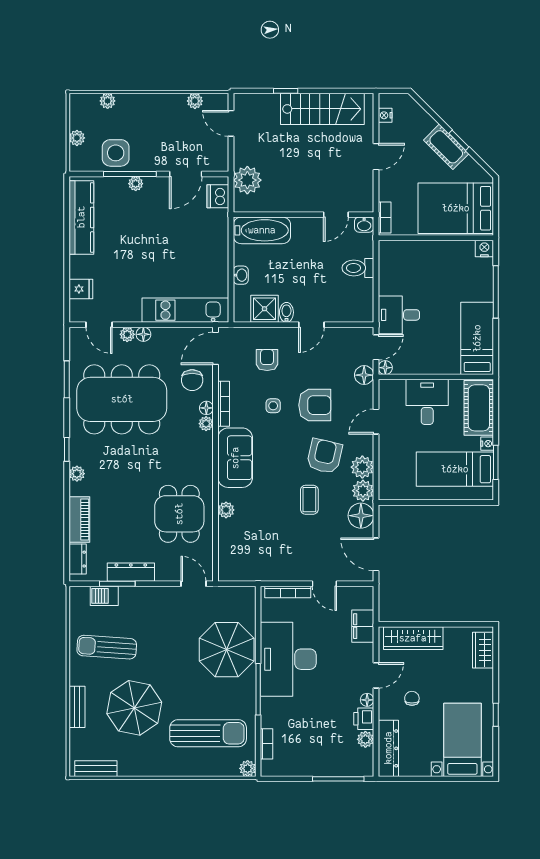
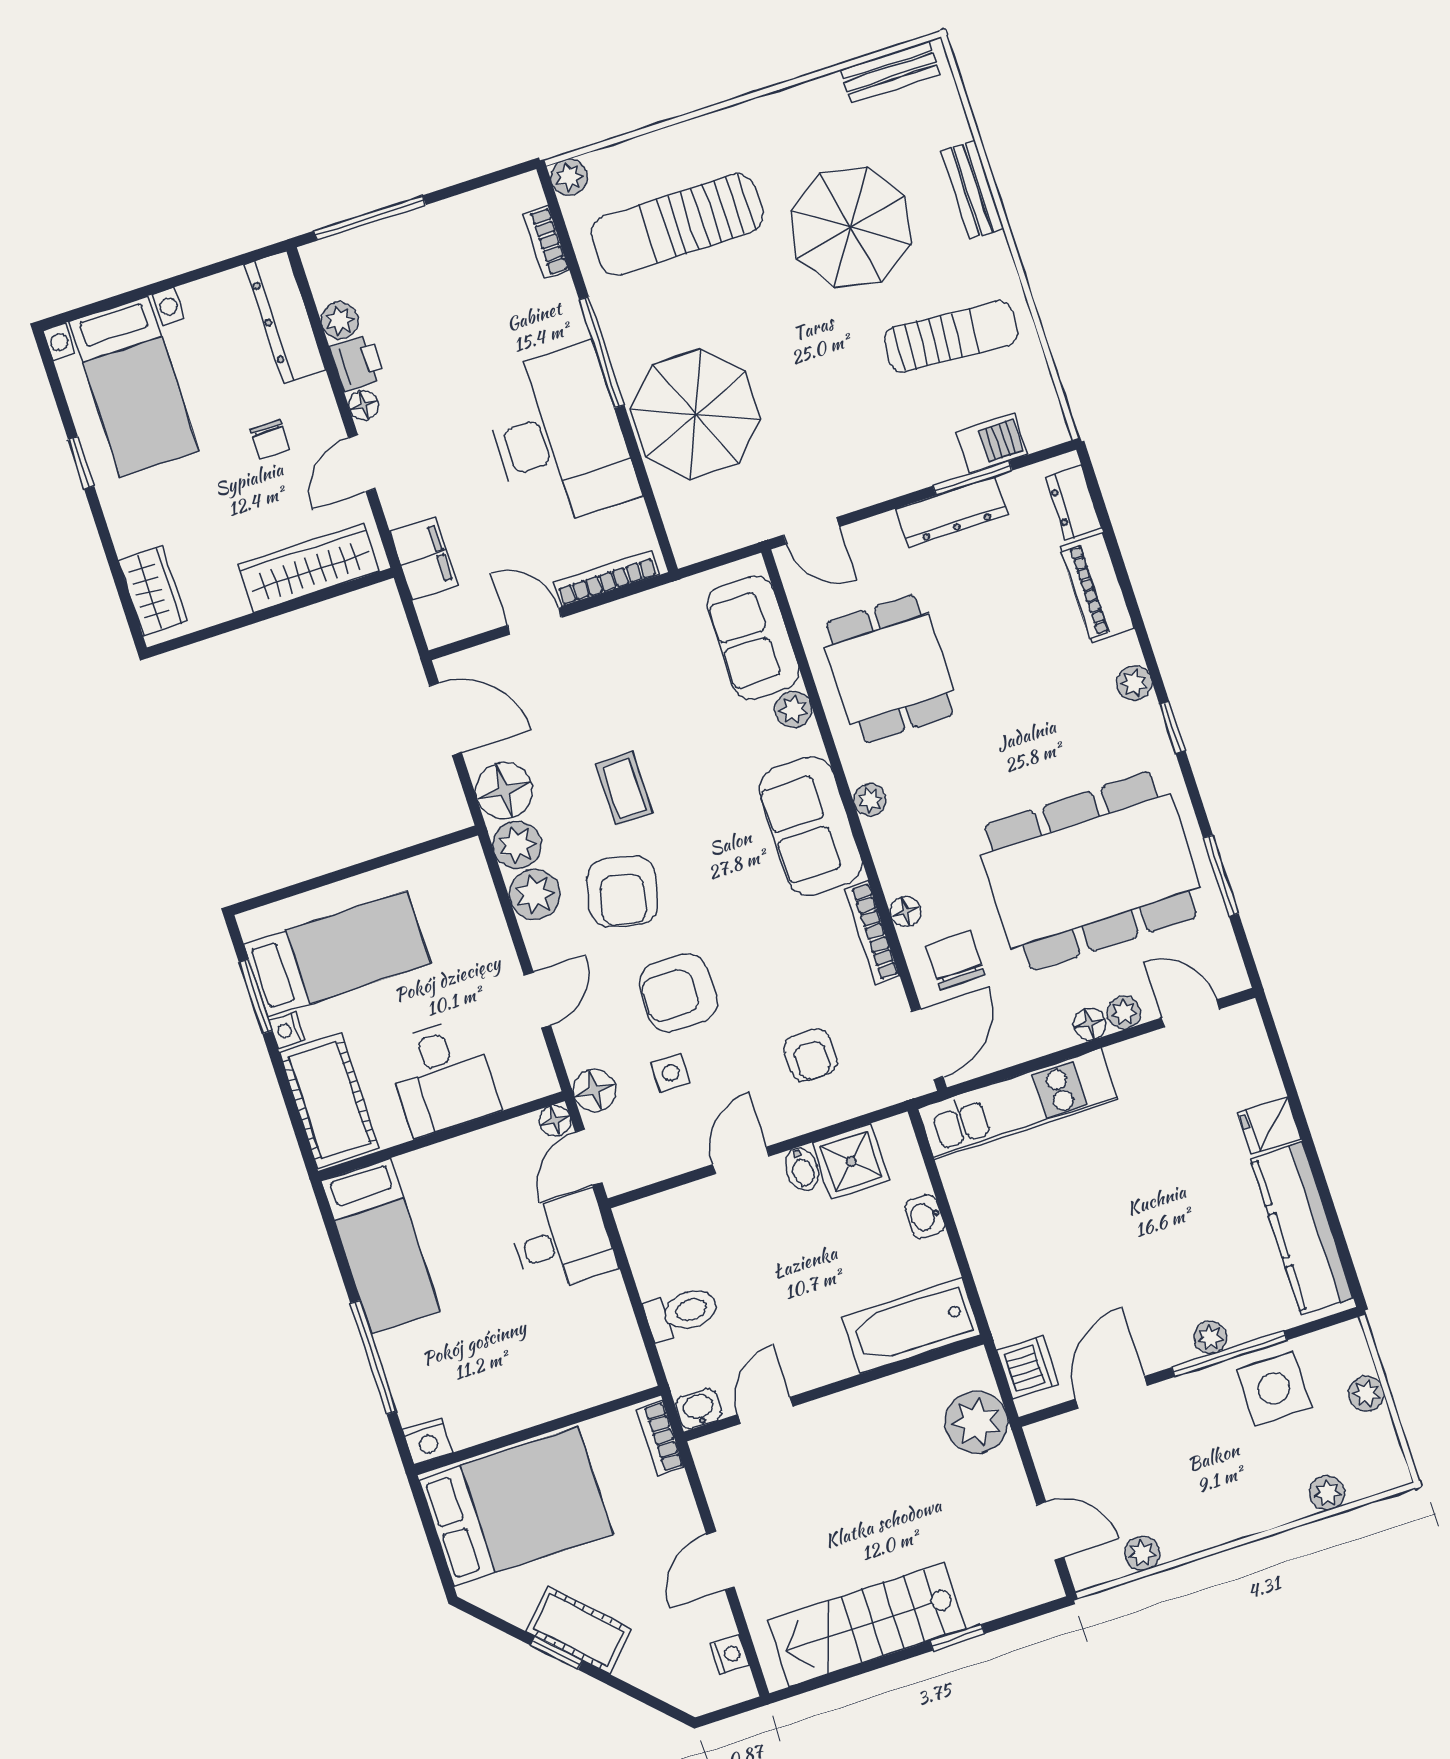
fridge: (81, 289) -> (1270, 1126), moved
side table: (273, 406) -> (671, 1073), moved
plant: (206, 424) -> (870, 800), moved
sofa: (233, 546) -> (753, 638), added

